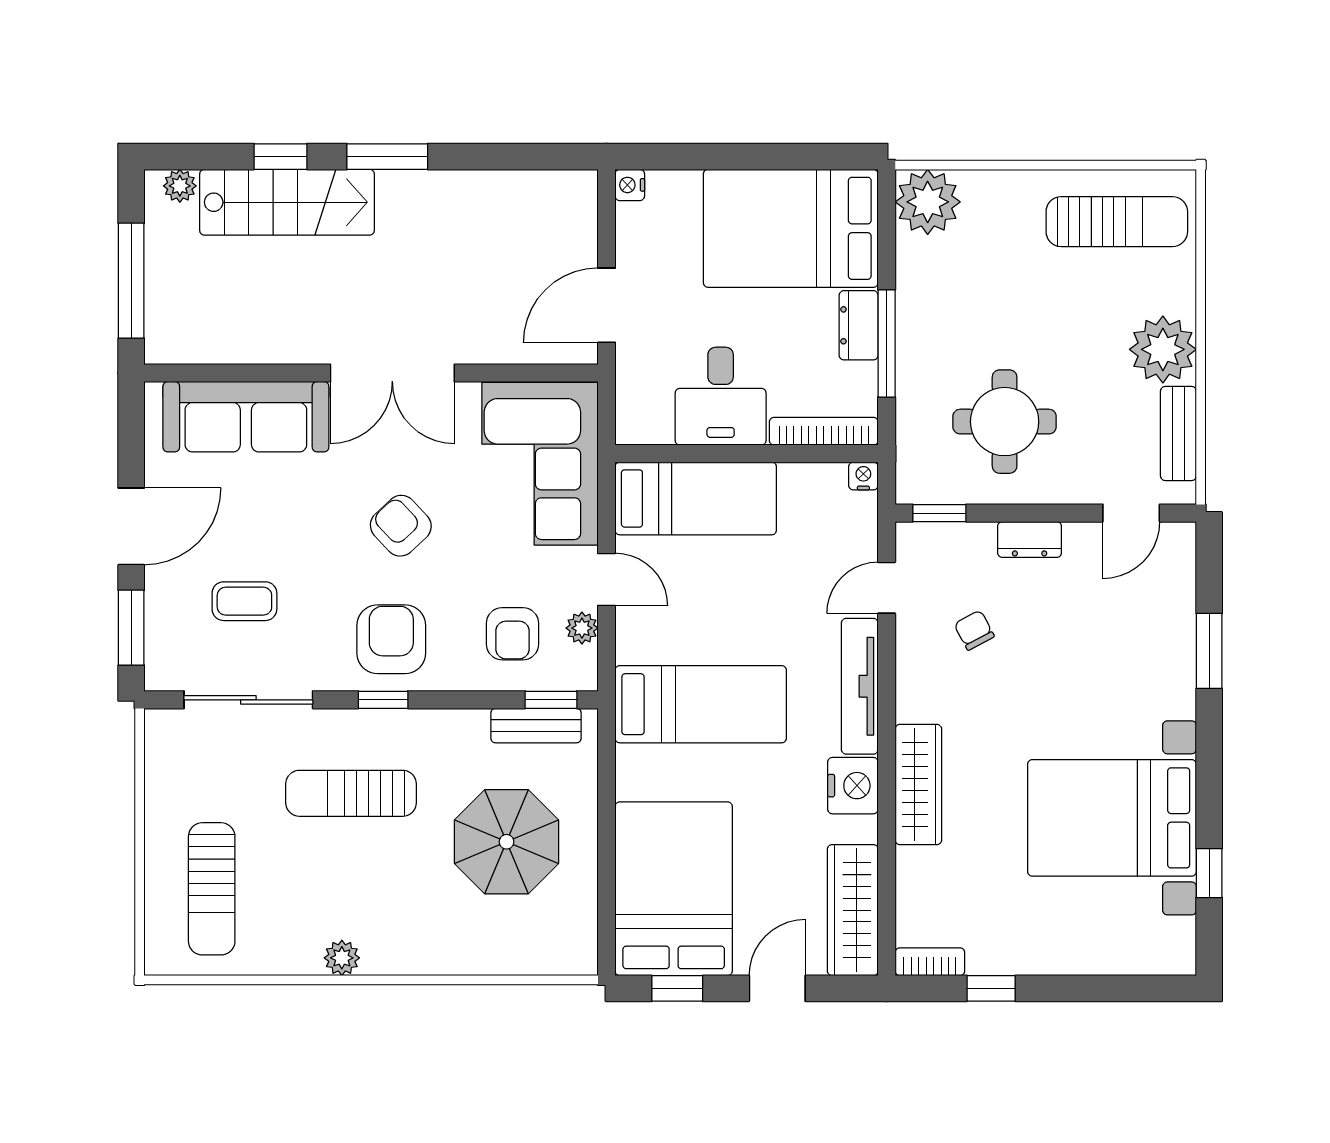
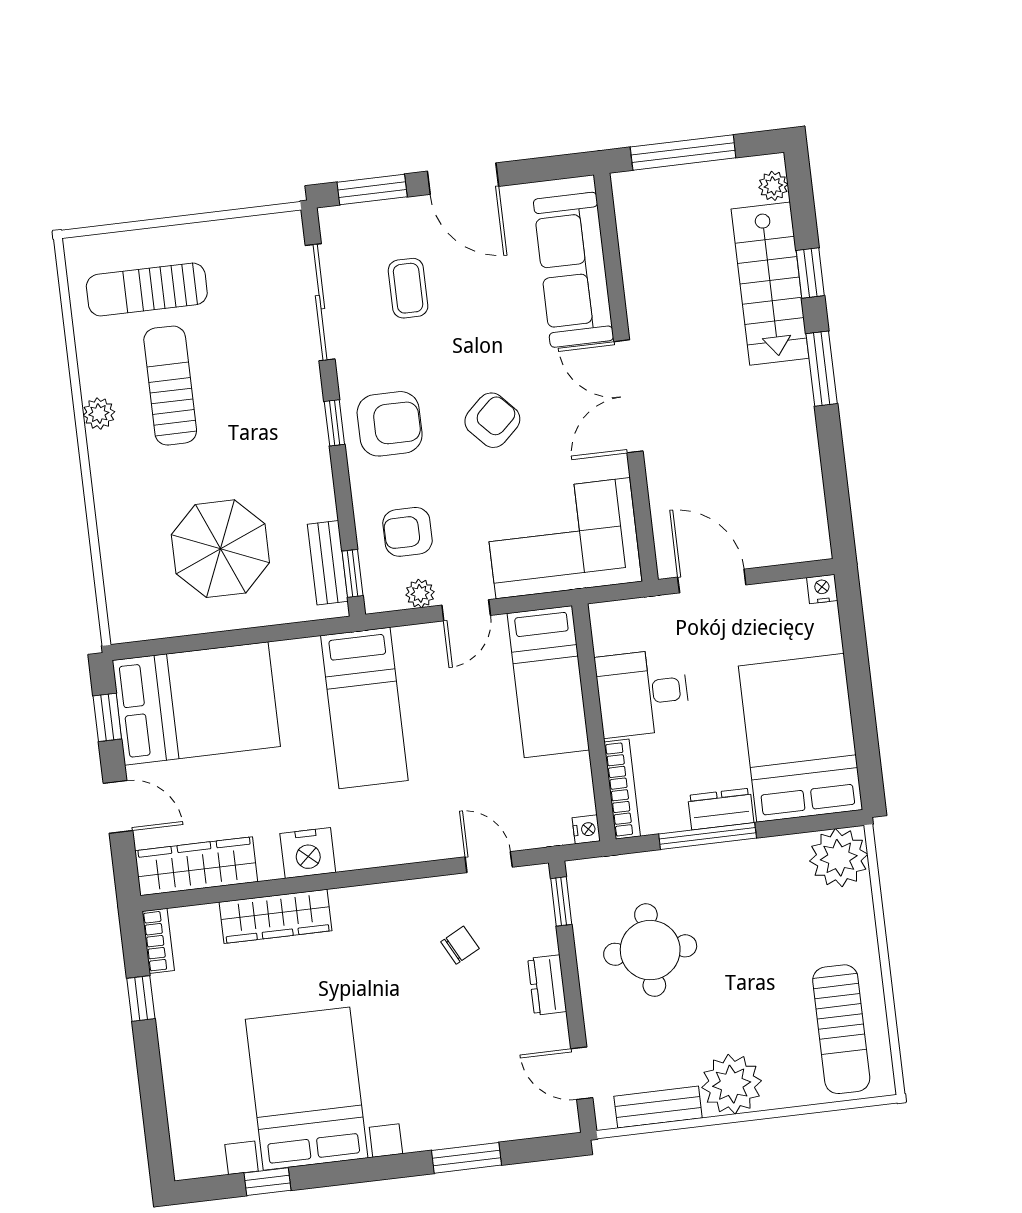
tv unit: (860, 686) -> (398, 849), removed
wardrobe: (918, 785) -> (276, 916), moved
sun lounger: (351, 793) -> (170, 386), moved

